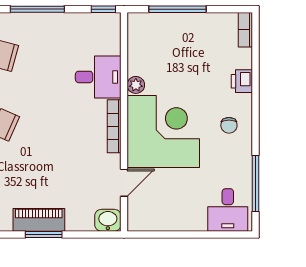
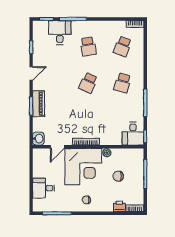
chair: (182, 63) -> (118, 176), added
desk: (98, 77) -> (133, 134), moved
printer: (242, 81) -> (119, 206), moved
door: (124, 183) -> (57, 147), hinge flipped
desk: (228, 210) -> (44, 188), moved

